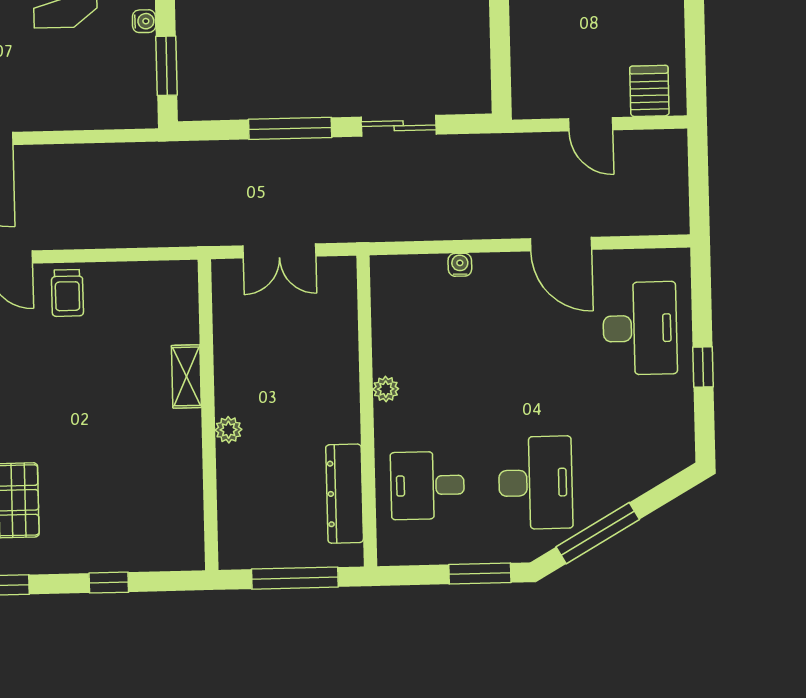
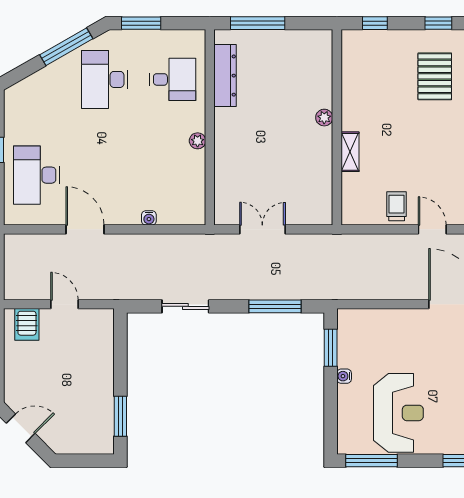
window: (290, 128) -> (275, 306), moved
shelving: (186, 376) -> (350, 152), moved
wall: (208, 415) -> (337, 127), moved
plant: (229, 430) -> (324, 118), moved

